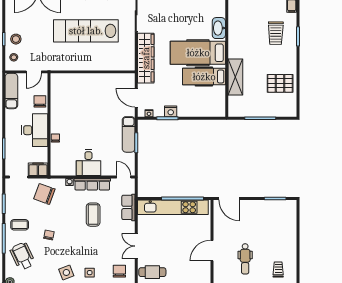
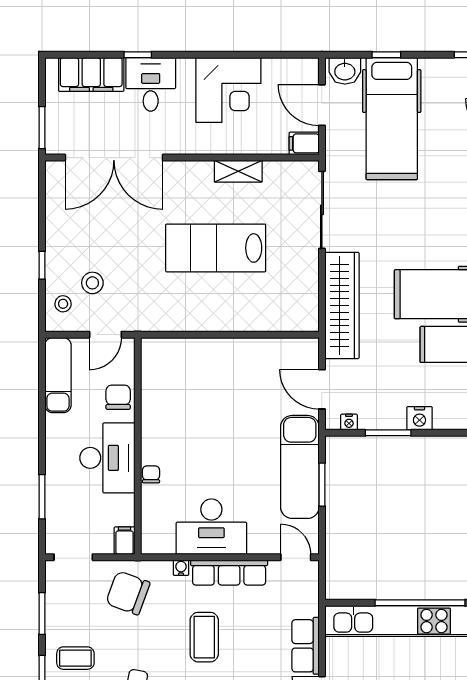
lab bench: (86, 31) -> (216, 248), width x0.73
stool: (16, 39) -> (92, 283), moved
nightstand: (171, 111) -> (419, 418), moved
exam couch: (129, 134) -> (300, 467), width x1.36, depth x1.45
desk: (88, 163) -> (211, 527), width x1.37
filing cabinet: (38, 169) -> (125, 541), width x0.50
row of seats: (128, 207) -> (306, 646), moved
coffee table: (93, 215) -> (204, 637), moved

